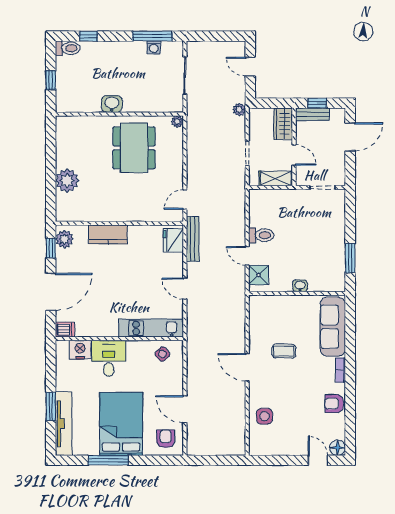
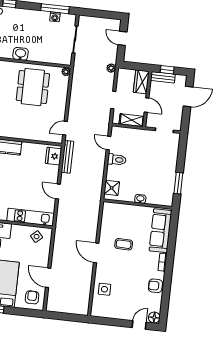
door: (247, 256) -> (108, 143), moved
door: (318, 460) -> (139, 325), hinge flipped

